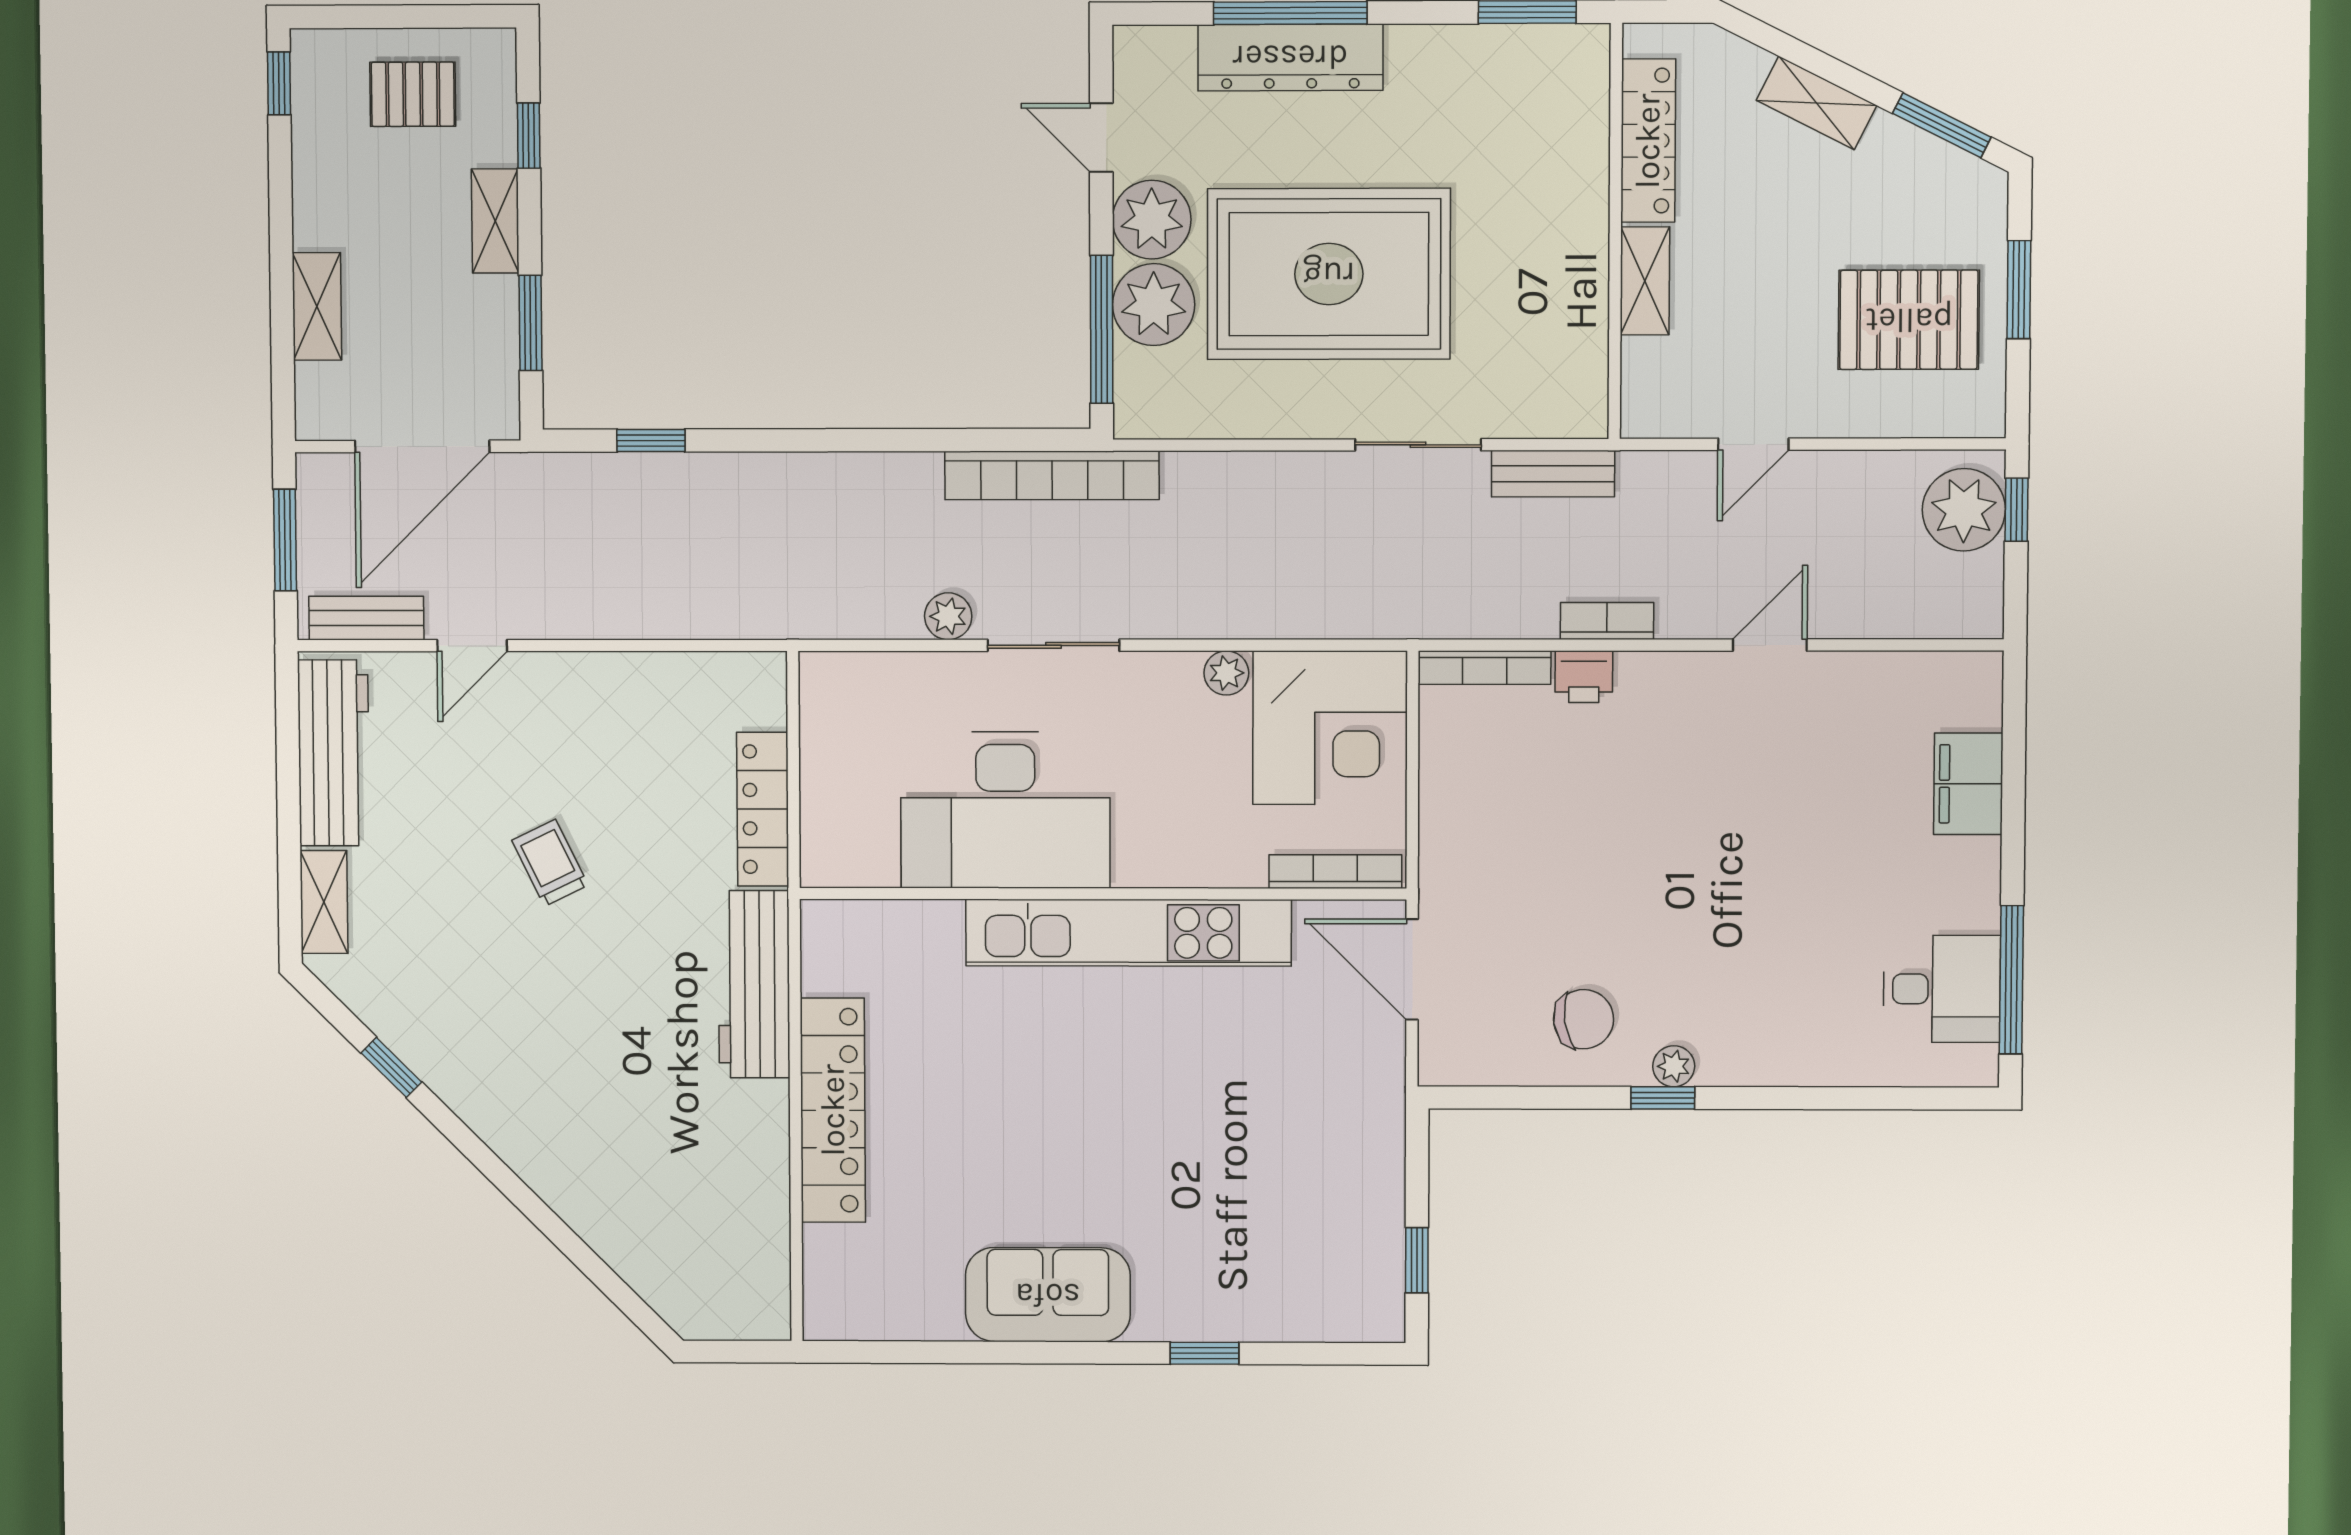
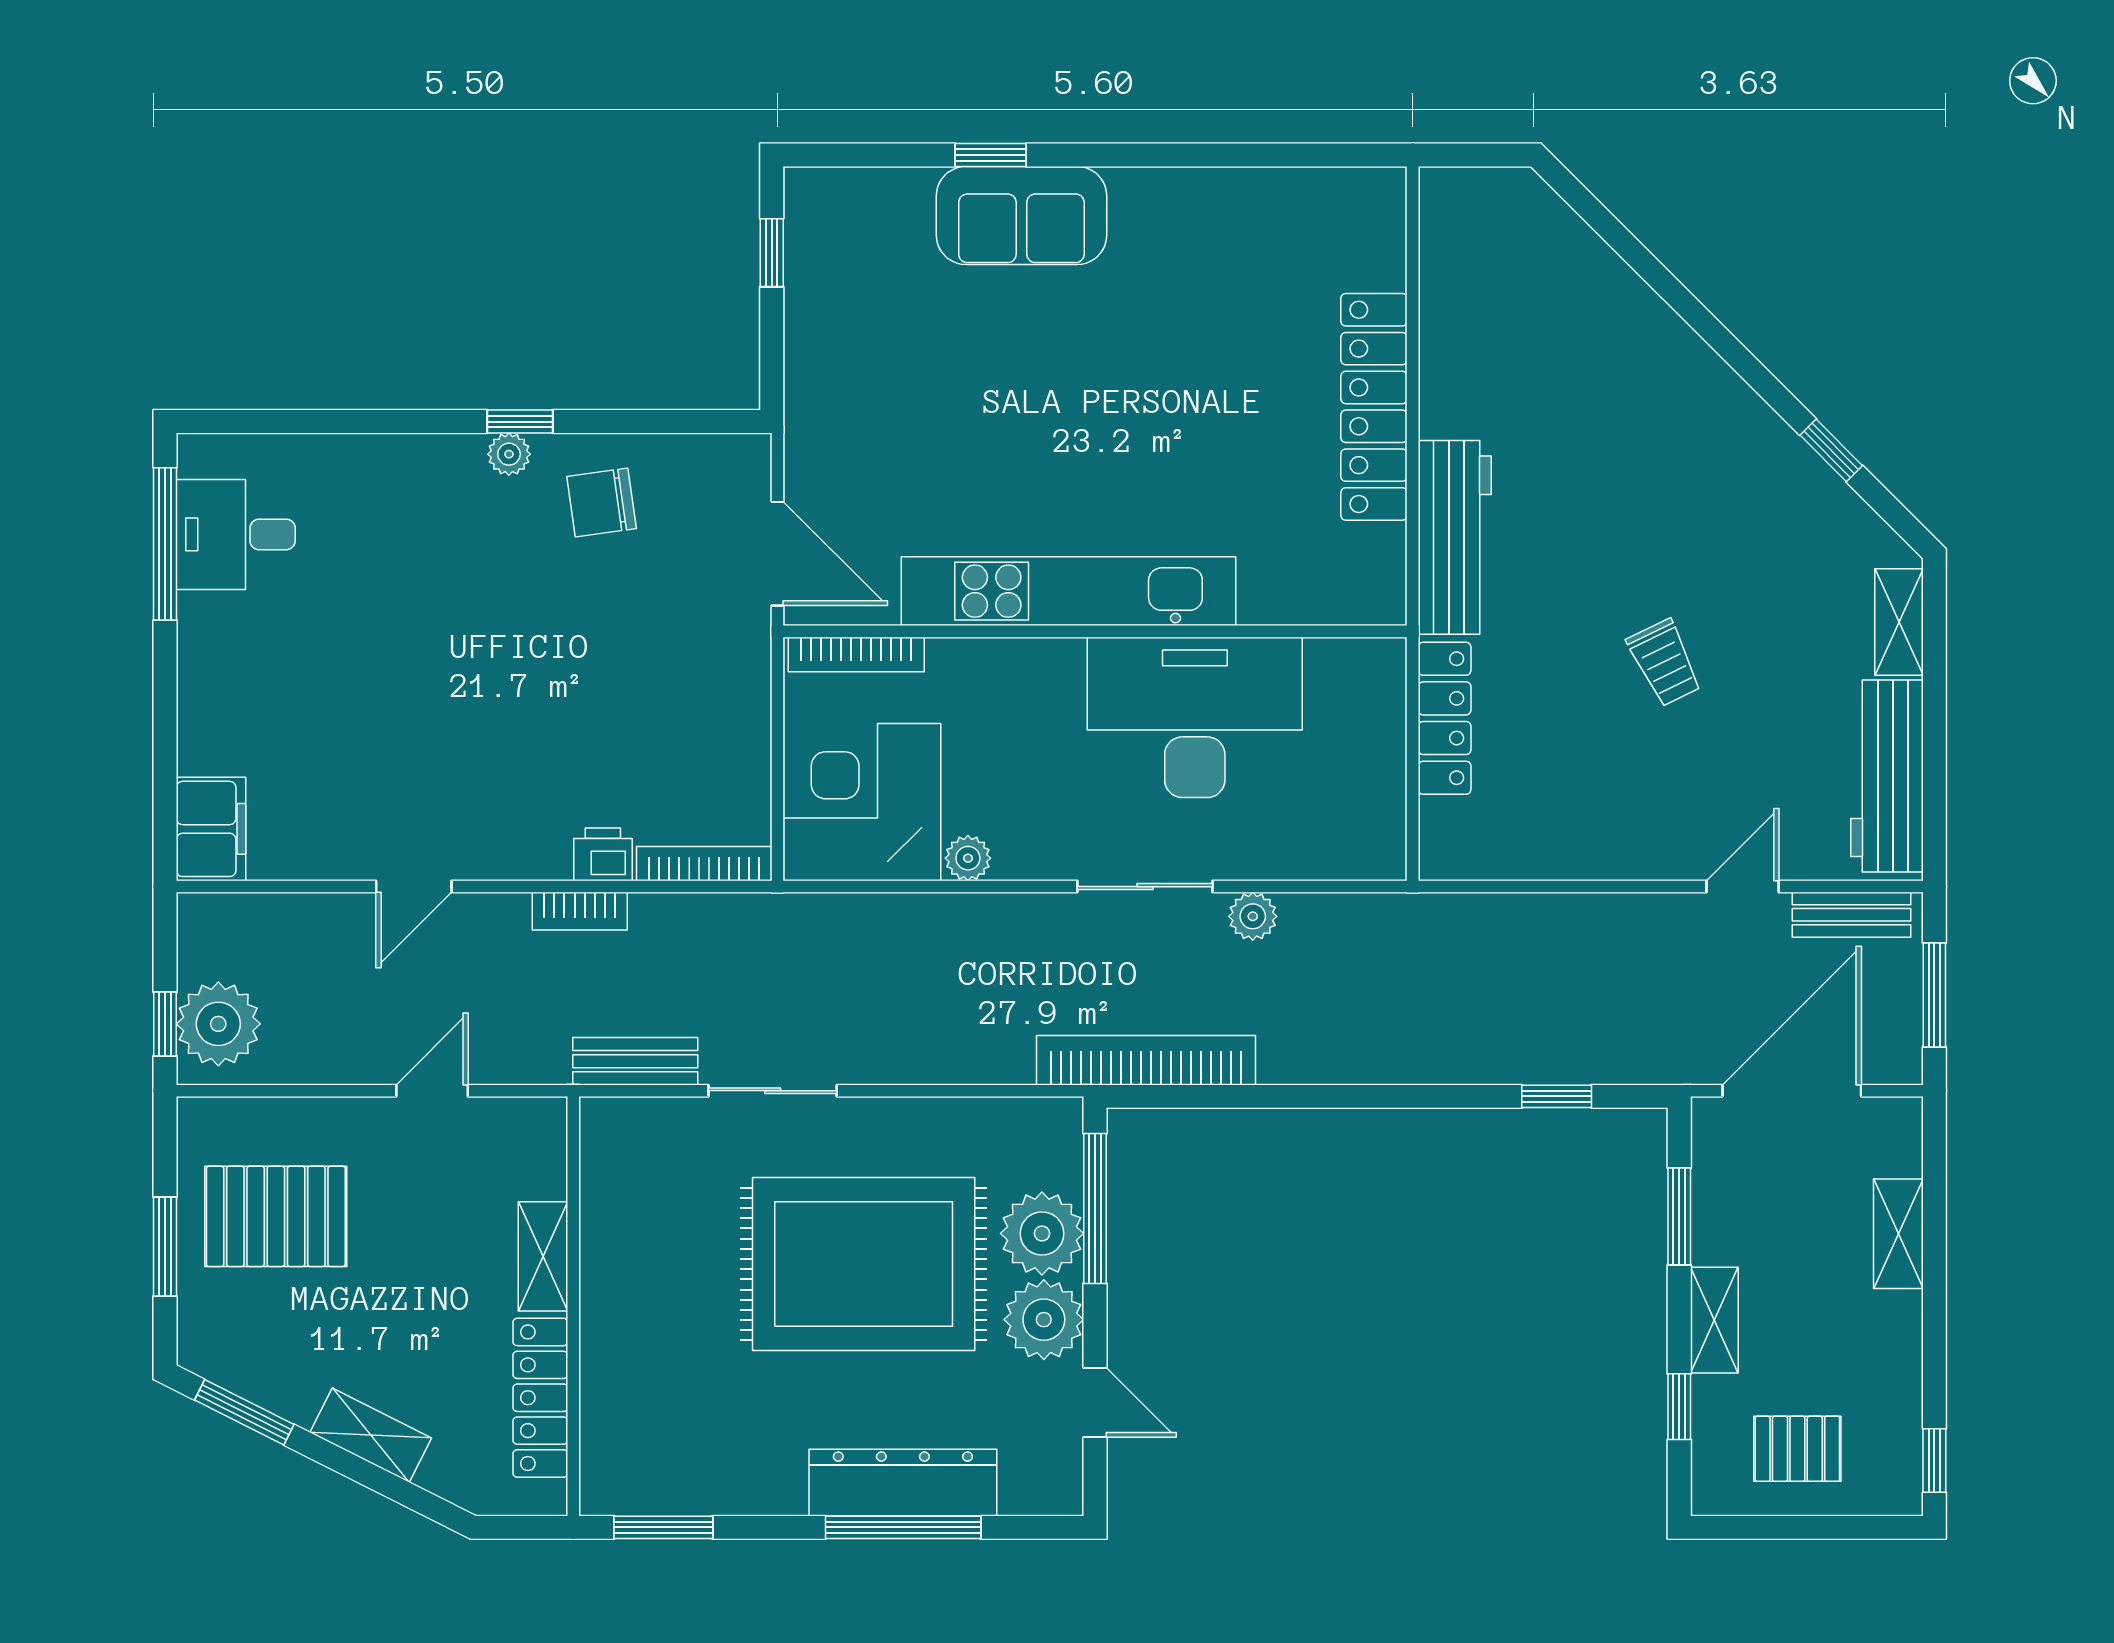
filing cabinet: (1968, 784) -> (211, 829), moved
sofa: (1048, 1295) -> (1021, 215), moved

